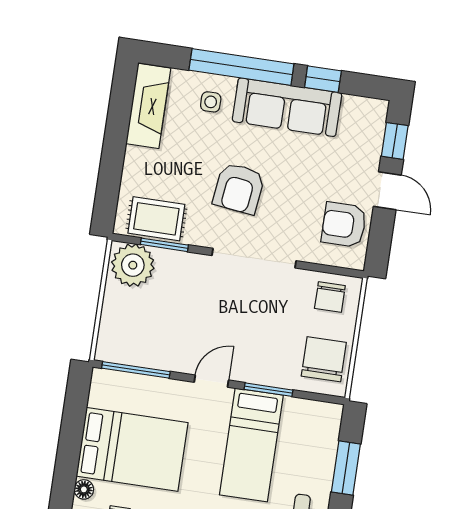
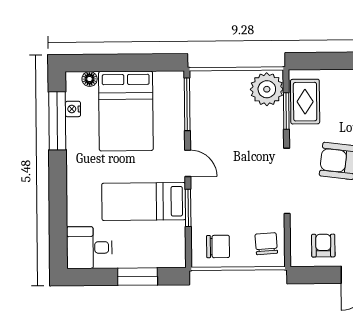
armchair: (344, 225) -> (323, 246), width x0.72, depth x0.72
chair: (330, 297) -> (266, 244), turned 86
chair: (324, 359) -> (218, 247), width x0.73, depth x0.73

